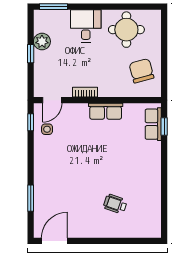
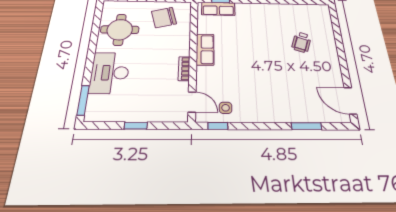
desk: (86, 26) -> (110, 73), width x1.37
plant: (42, 41) -> (123, 113), removed

